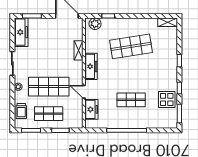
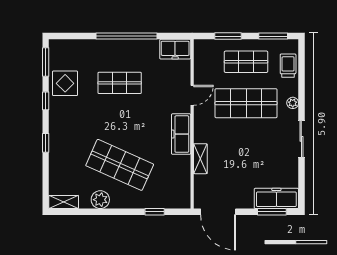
plant: (95, 24) -> (100, 200), moved
freezer: (21, 32) -> (276, 198), moved, turned 90
shop shelf: (131, 46) -> (120, 165), turned 33
door: (84, 92) -> (192, 95), hinge flipped
freezer: (91, 109) -> (175, 49), moved, turned -90

